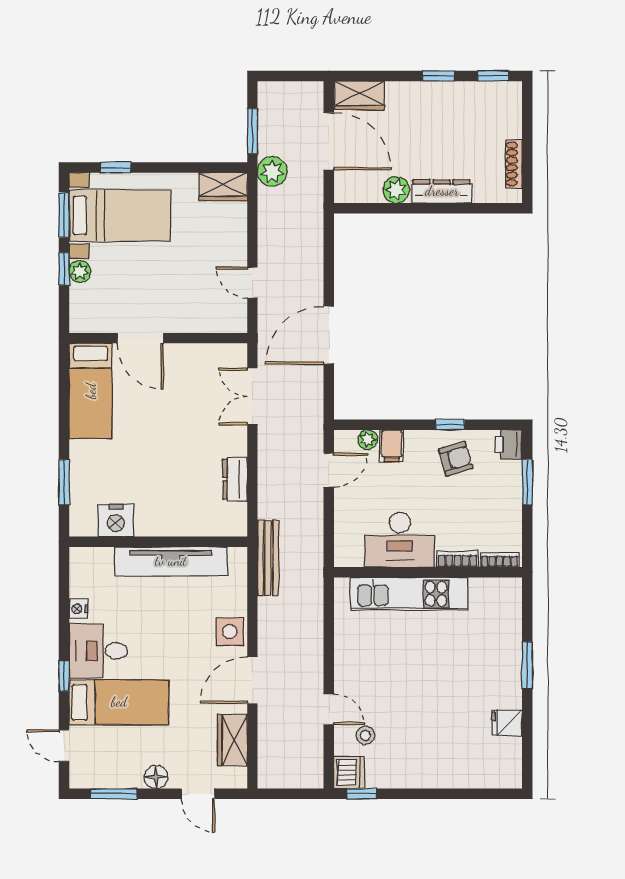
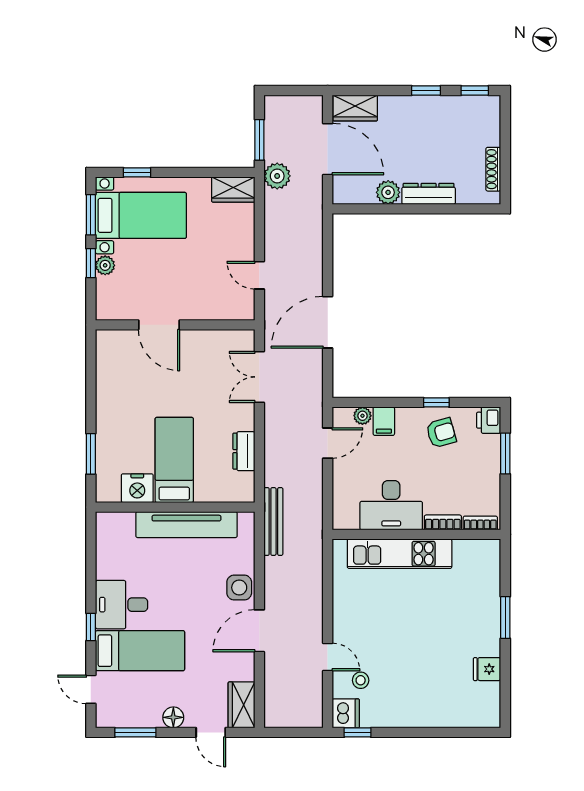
bed: (91, 391) -> (174, 460), moved, turned 180
nightstand: (78, 609) -> (104, 567), removed
wardrobe: (232, 740) -> (241, 705), moved

